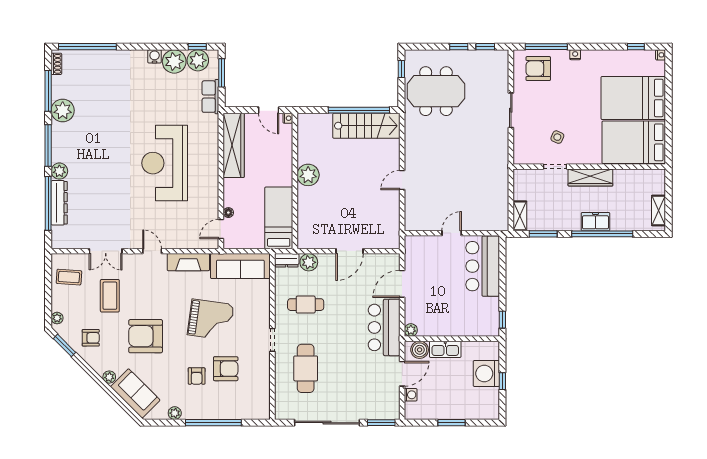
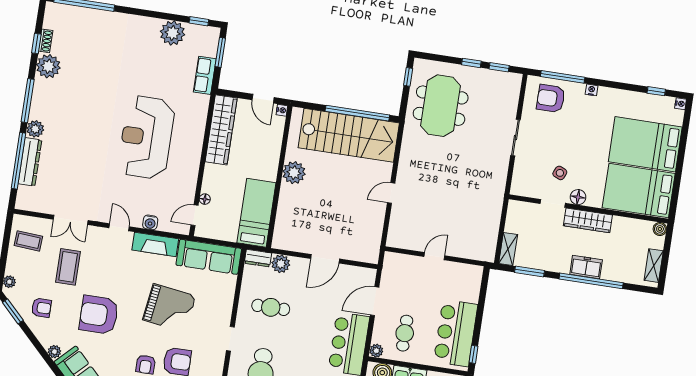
water cooler: (155, 56) -> (150, 222), moved, turned 180
plant: (198, 60) -> (197, 36), removed
shoe rack: (56, 64) -> (46, 41), moved
window: (48, 91) -> (36, 43), width x0.46
meeting table: (436, 91) -> (441, 106), turned 90
stairs: (366, 126) -> (349, 135), width x1.36, depth x1.51
floor lamp: (578, 157) -> (578, 197), added
boiler: (659, 175) -> (660, 229), added
bar counter: (483, 266) -> (456, 333), moved
cafe table: (435, 310) -> (405, 333), added

